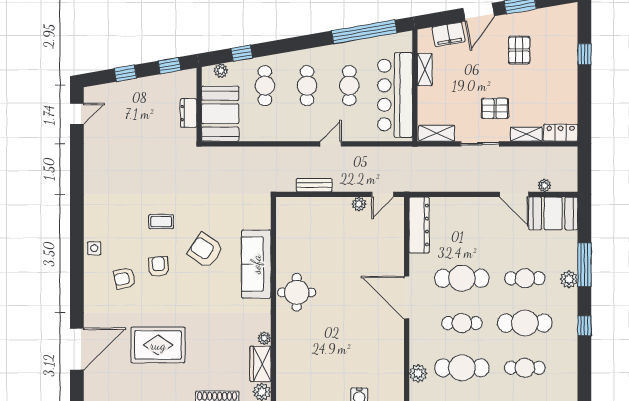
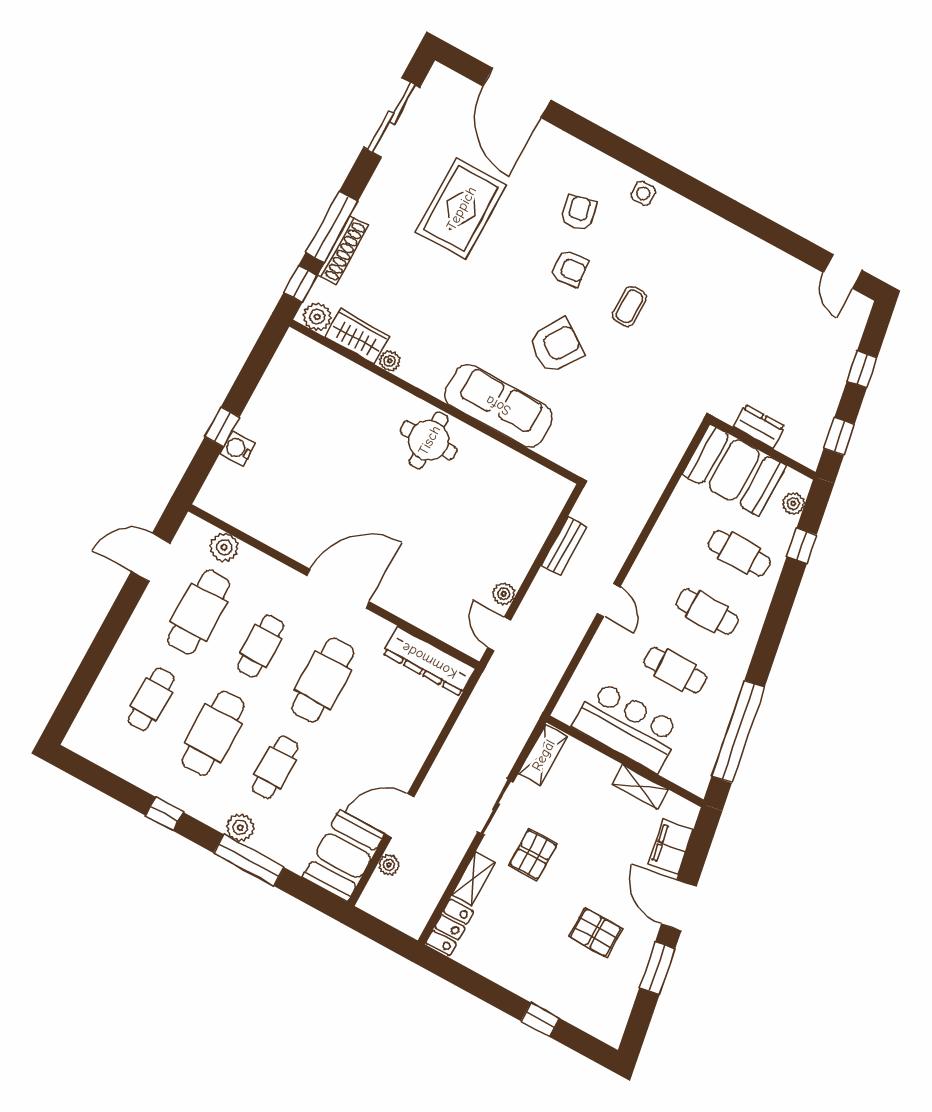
bar counter: (395, 95) -> (627, 726), width x0.73

